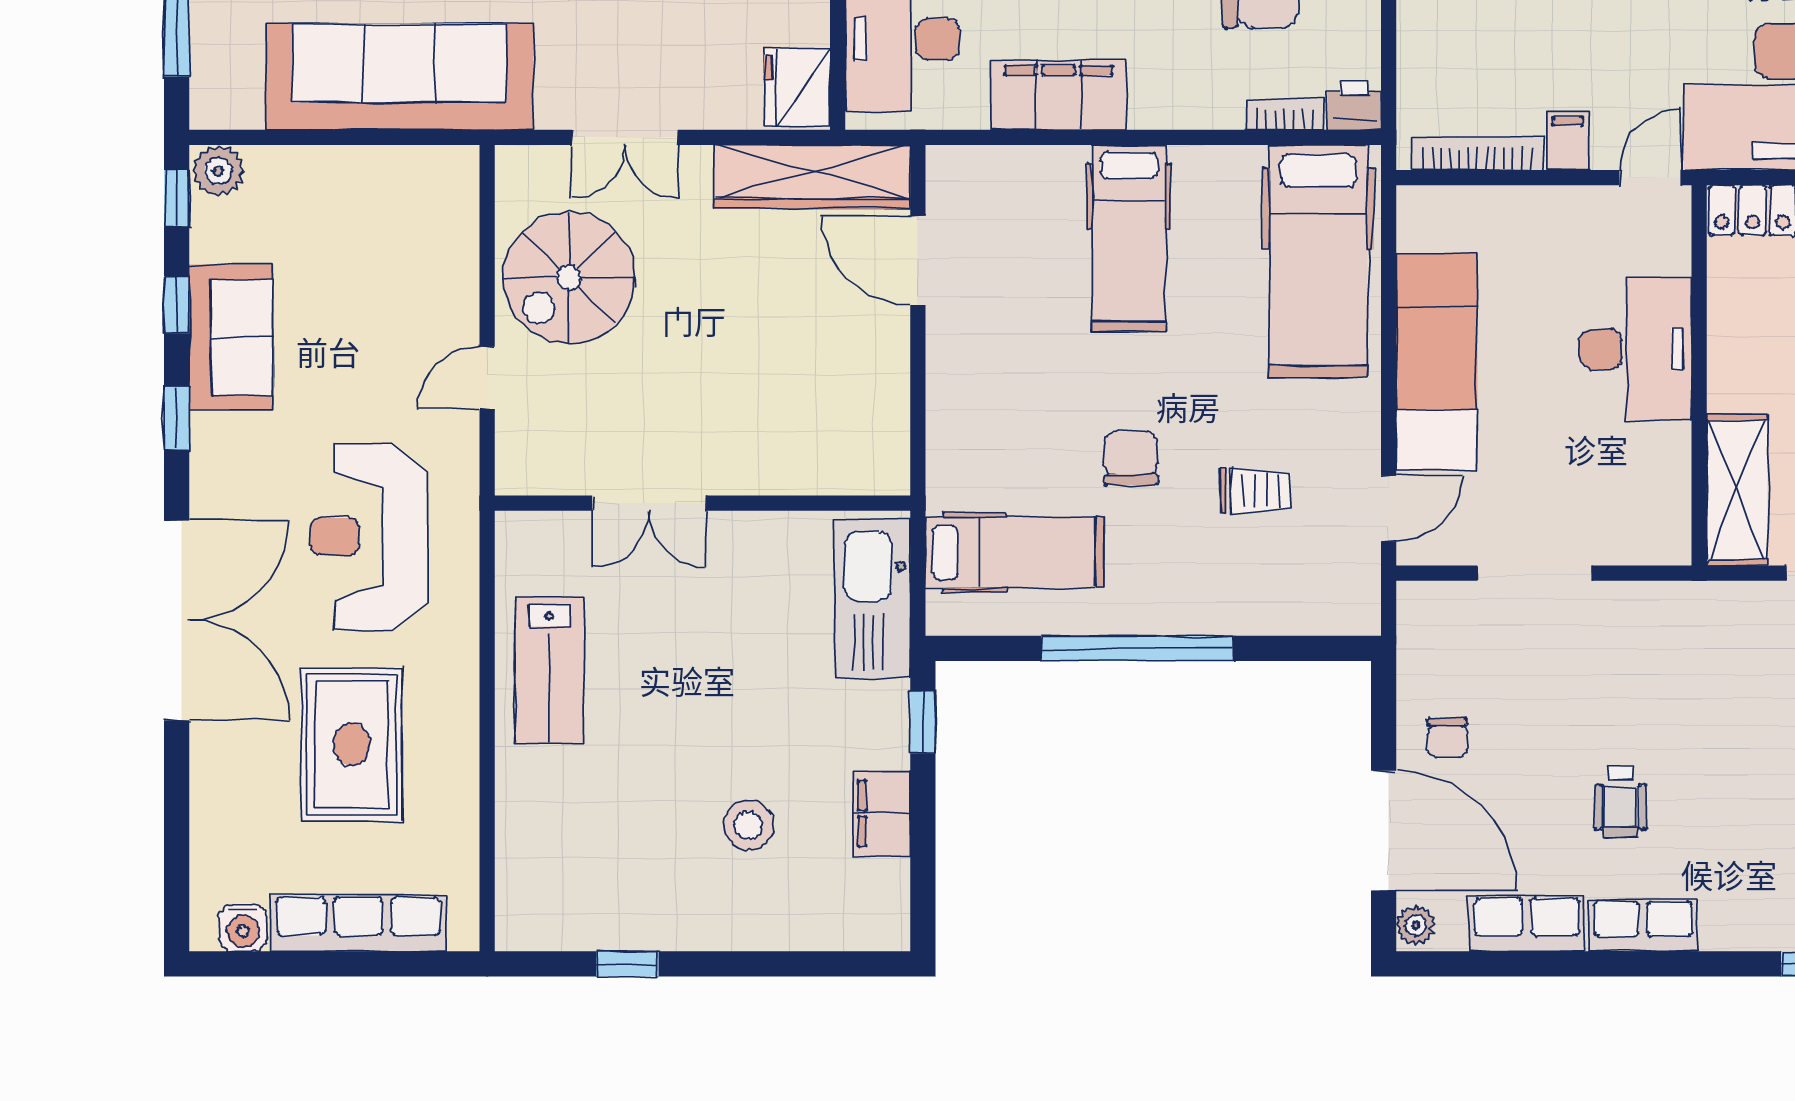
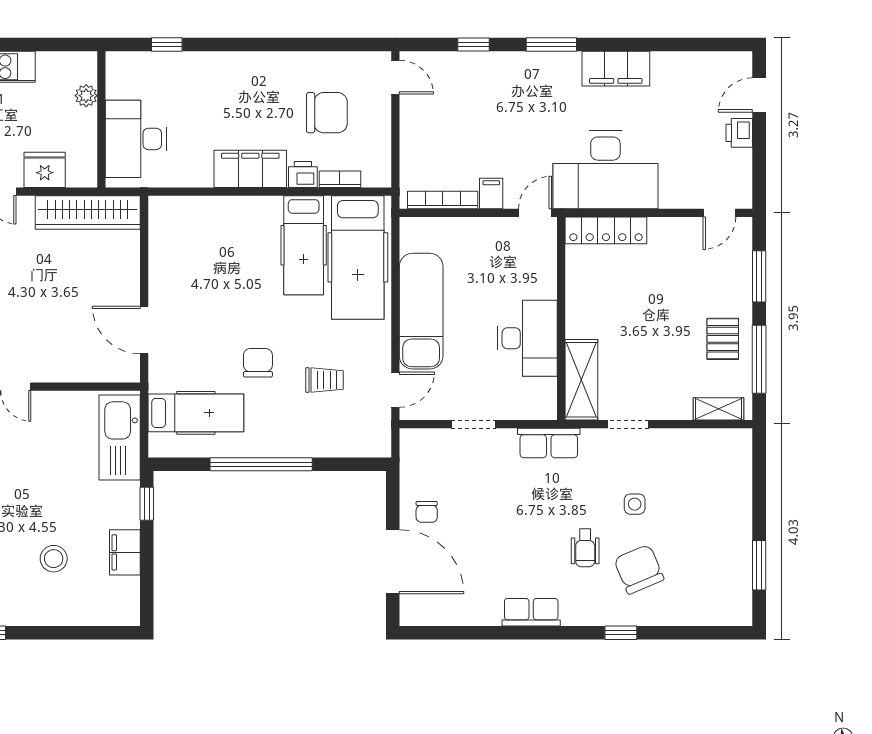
fridge: (797, 87) -> (45, 170), moved, turned 90
filing cabinet: (1059, 95) -> (250, 169), moved
printer: (1354, 106) -> (303, 174), moved
hospital bed: (1129, 238) -> (304, 245), moved
door: (918, 260) -> (144, 330), moved
desk: (1636, 349) -> (527, 338), moved
doorway: (1535, 573) -> (473, 424), width x0.73
wheelchair: (1621, 801) -> (585, 548), moved
row of seats: (1526, 923) -> (549, 443), moved, turned 180
plant: (1416, 925) -> (410, 612), removed

